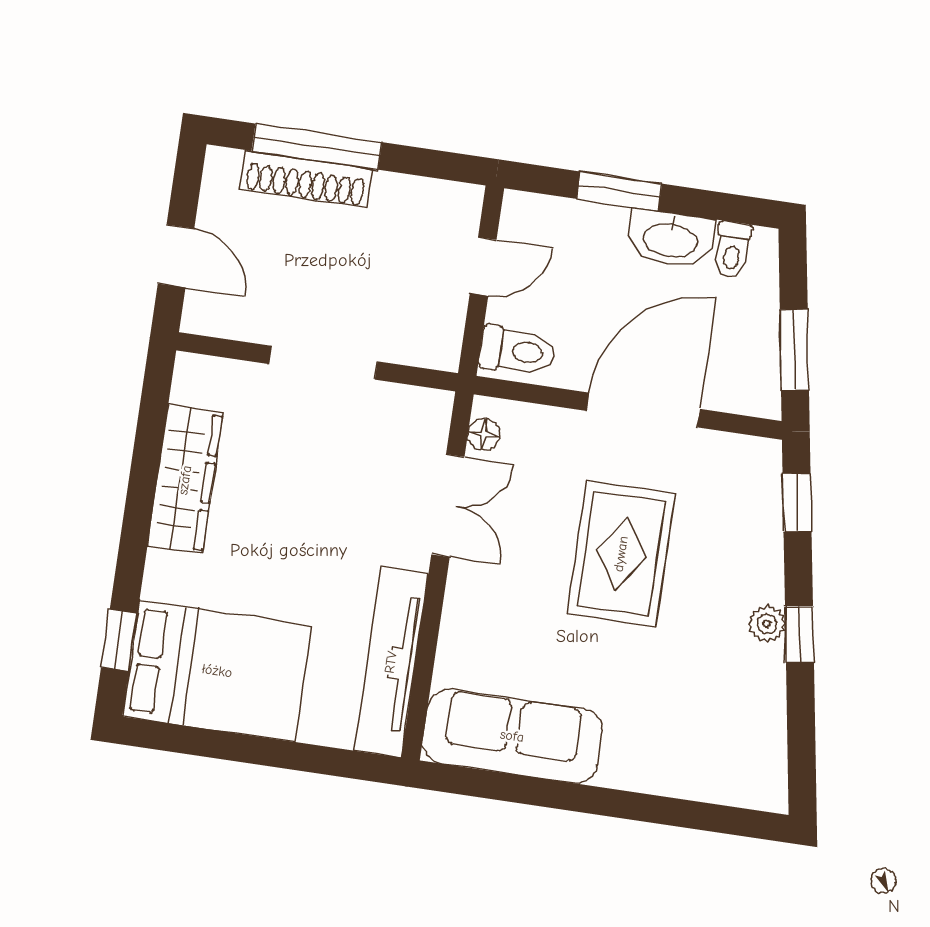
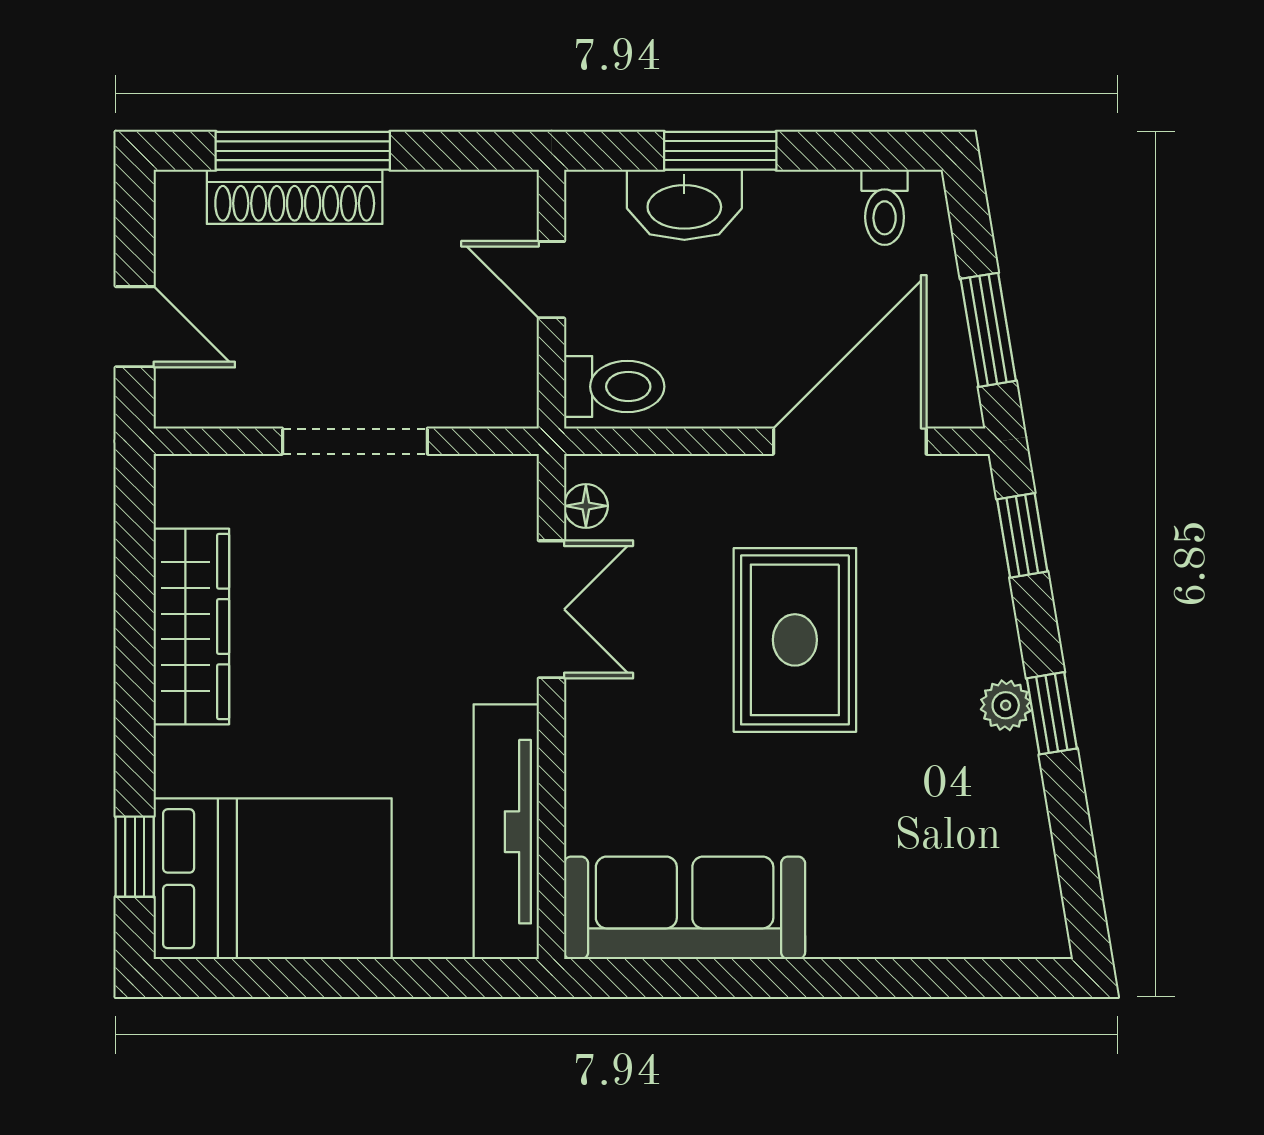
washbasin: (670, 239) -> (684, 205), moved
door: (483, 267) -> (551, 280), swing flipped
door: (643, 410) -> (850, 441), moved

